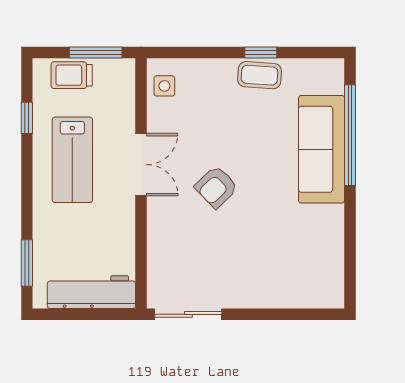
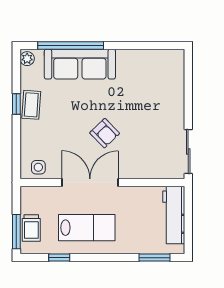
window: (96, 52) -> (16, 232), moved
plant: (330, 69) -> (27, 59), added
double door: (141, 165) -> (90, 183), width x1.37

